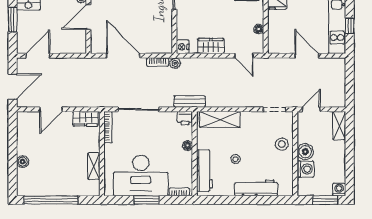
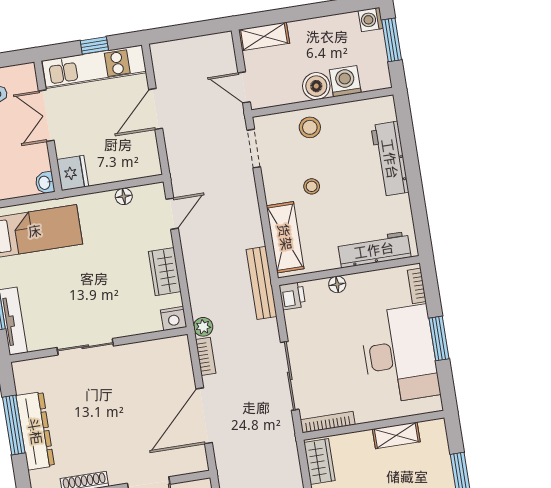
bench: (190, 101) -> (262, 283), width x1.36
stool: (235, 159) -> (312, 186), moved

